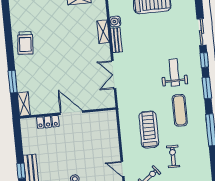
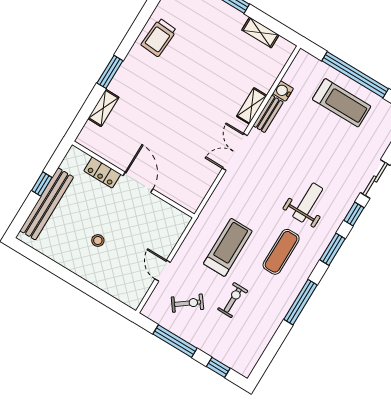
shelving: (103, 32) -> (252, 106), moved
wall: (68, 113) -> (133, 179), moved
door: (71, 113) -> (138, 182), moved
locker: (48, 122) -> (102, 173), moved

